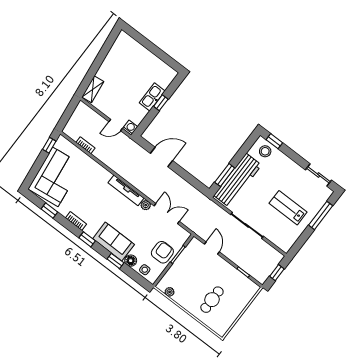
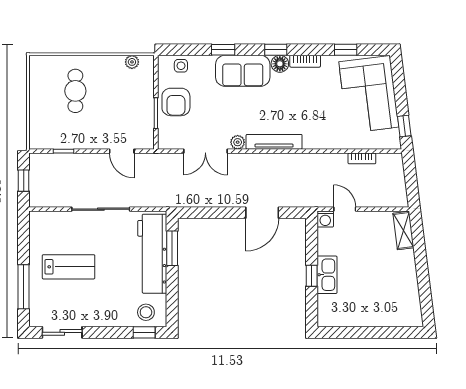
door: (116, 125) -> (345, 209), hinge flipped
floor lamp: (131, 261) -> (280, 64), moved

